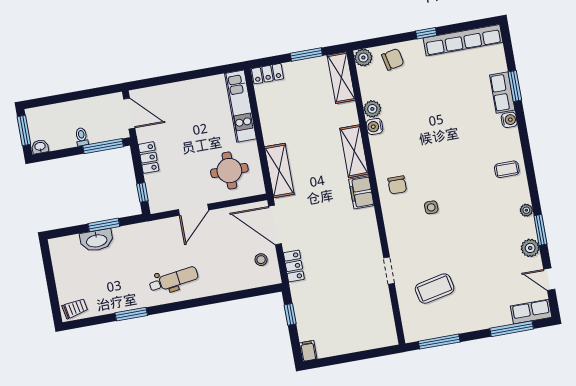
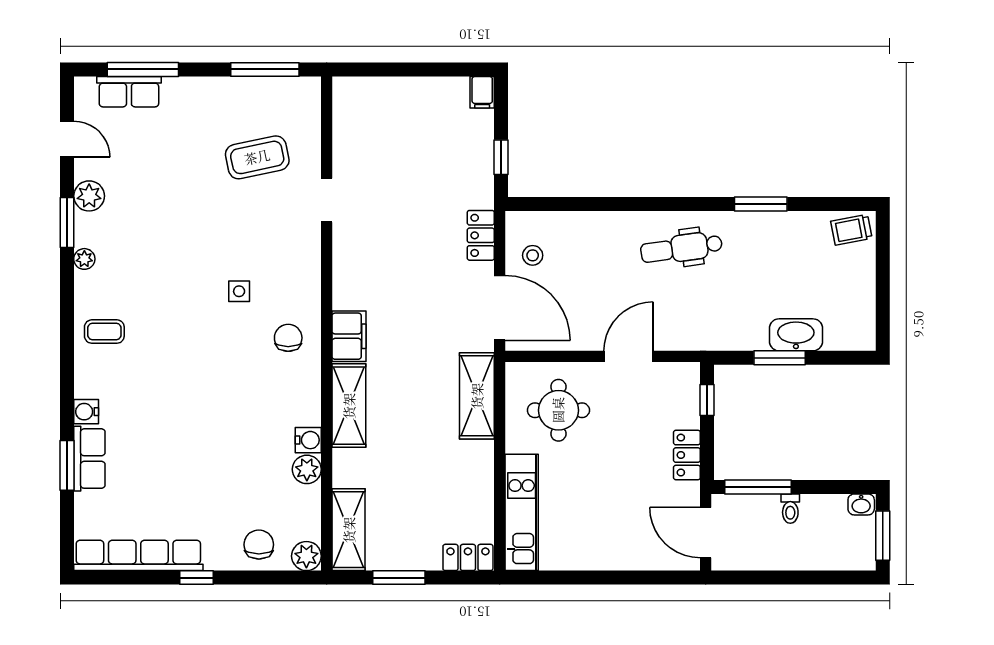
chair: (393, 59) -> (259, 545), turned 102
row of seats: (531, 312) -> (129, 92), moved

